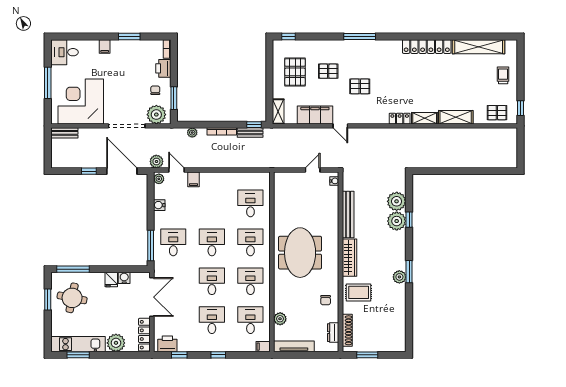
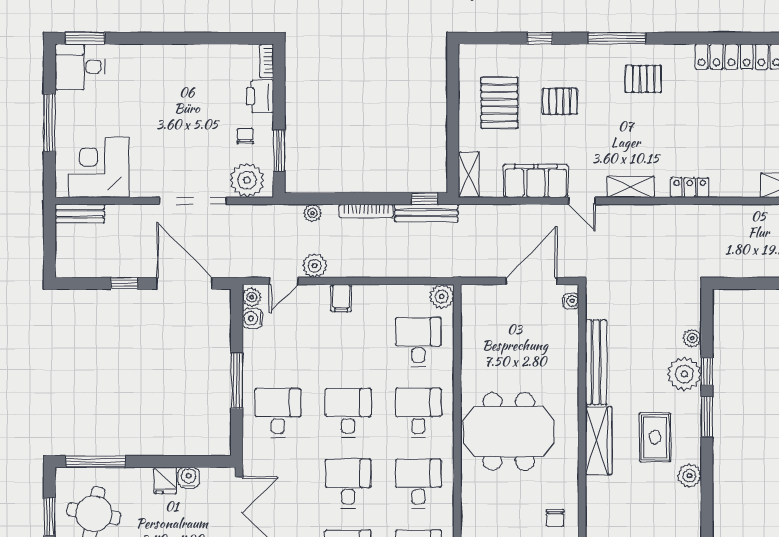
window: (129, 36) -> (85, 38), moved
window: (289, 36) -> (540, 38), moved
filing cabinet: (105, 46) -> (153, 56), removed
pallet: (360, 86) -> (643, 79), moved
corner desk: (81, 101) -> (99, 167), width x0.74, depth x0.74
shelving: (425, 118) -> (631, 187), moved
bench: (250, 133) -> (426, 213), width x1.36
plant: (156, 161) -> (315, 266), moved
door: (176, 170) -> (284, 281), swing flipped
door: (313, 170) -> (531, 281), width x1.87
plant: (263, 178) -> (442, 297), added
filing cabinet: (193, 179) -> (341, 298), moved
plant: (397, 201) -> (692, 338), width x0.53, depth x0.53
water cooler: (159, 205) -> (252, 318), moved
window: (151, 245) -> (237, 381), moved
meeting table: (300, 253) -> (509, 431), turned 90
window: (409, 272) -> (707, 417), moved
rug: (359, 292) -> (655, 437), moved, turned 90

